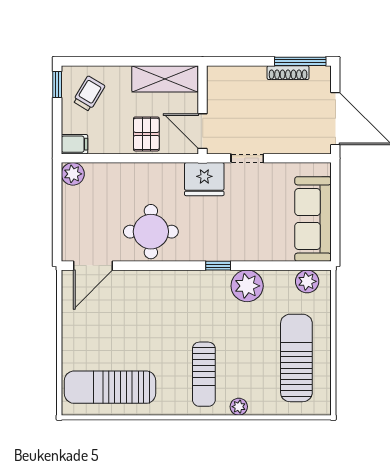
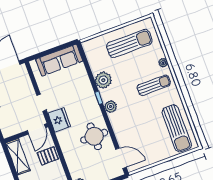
plant: (307, 281) -> (111, 106), moved
sun lounger: (296, 358) -> (129, 43), turned 180

